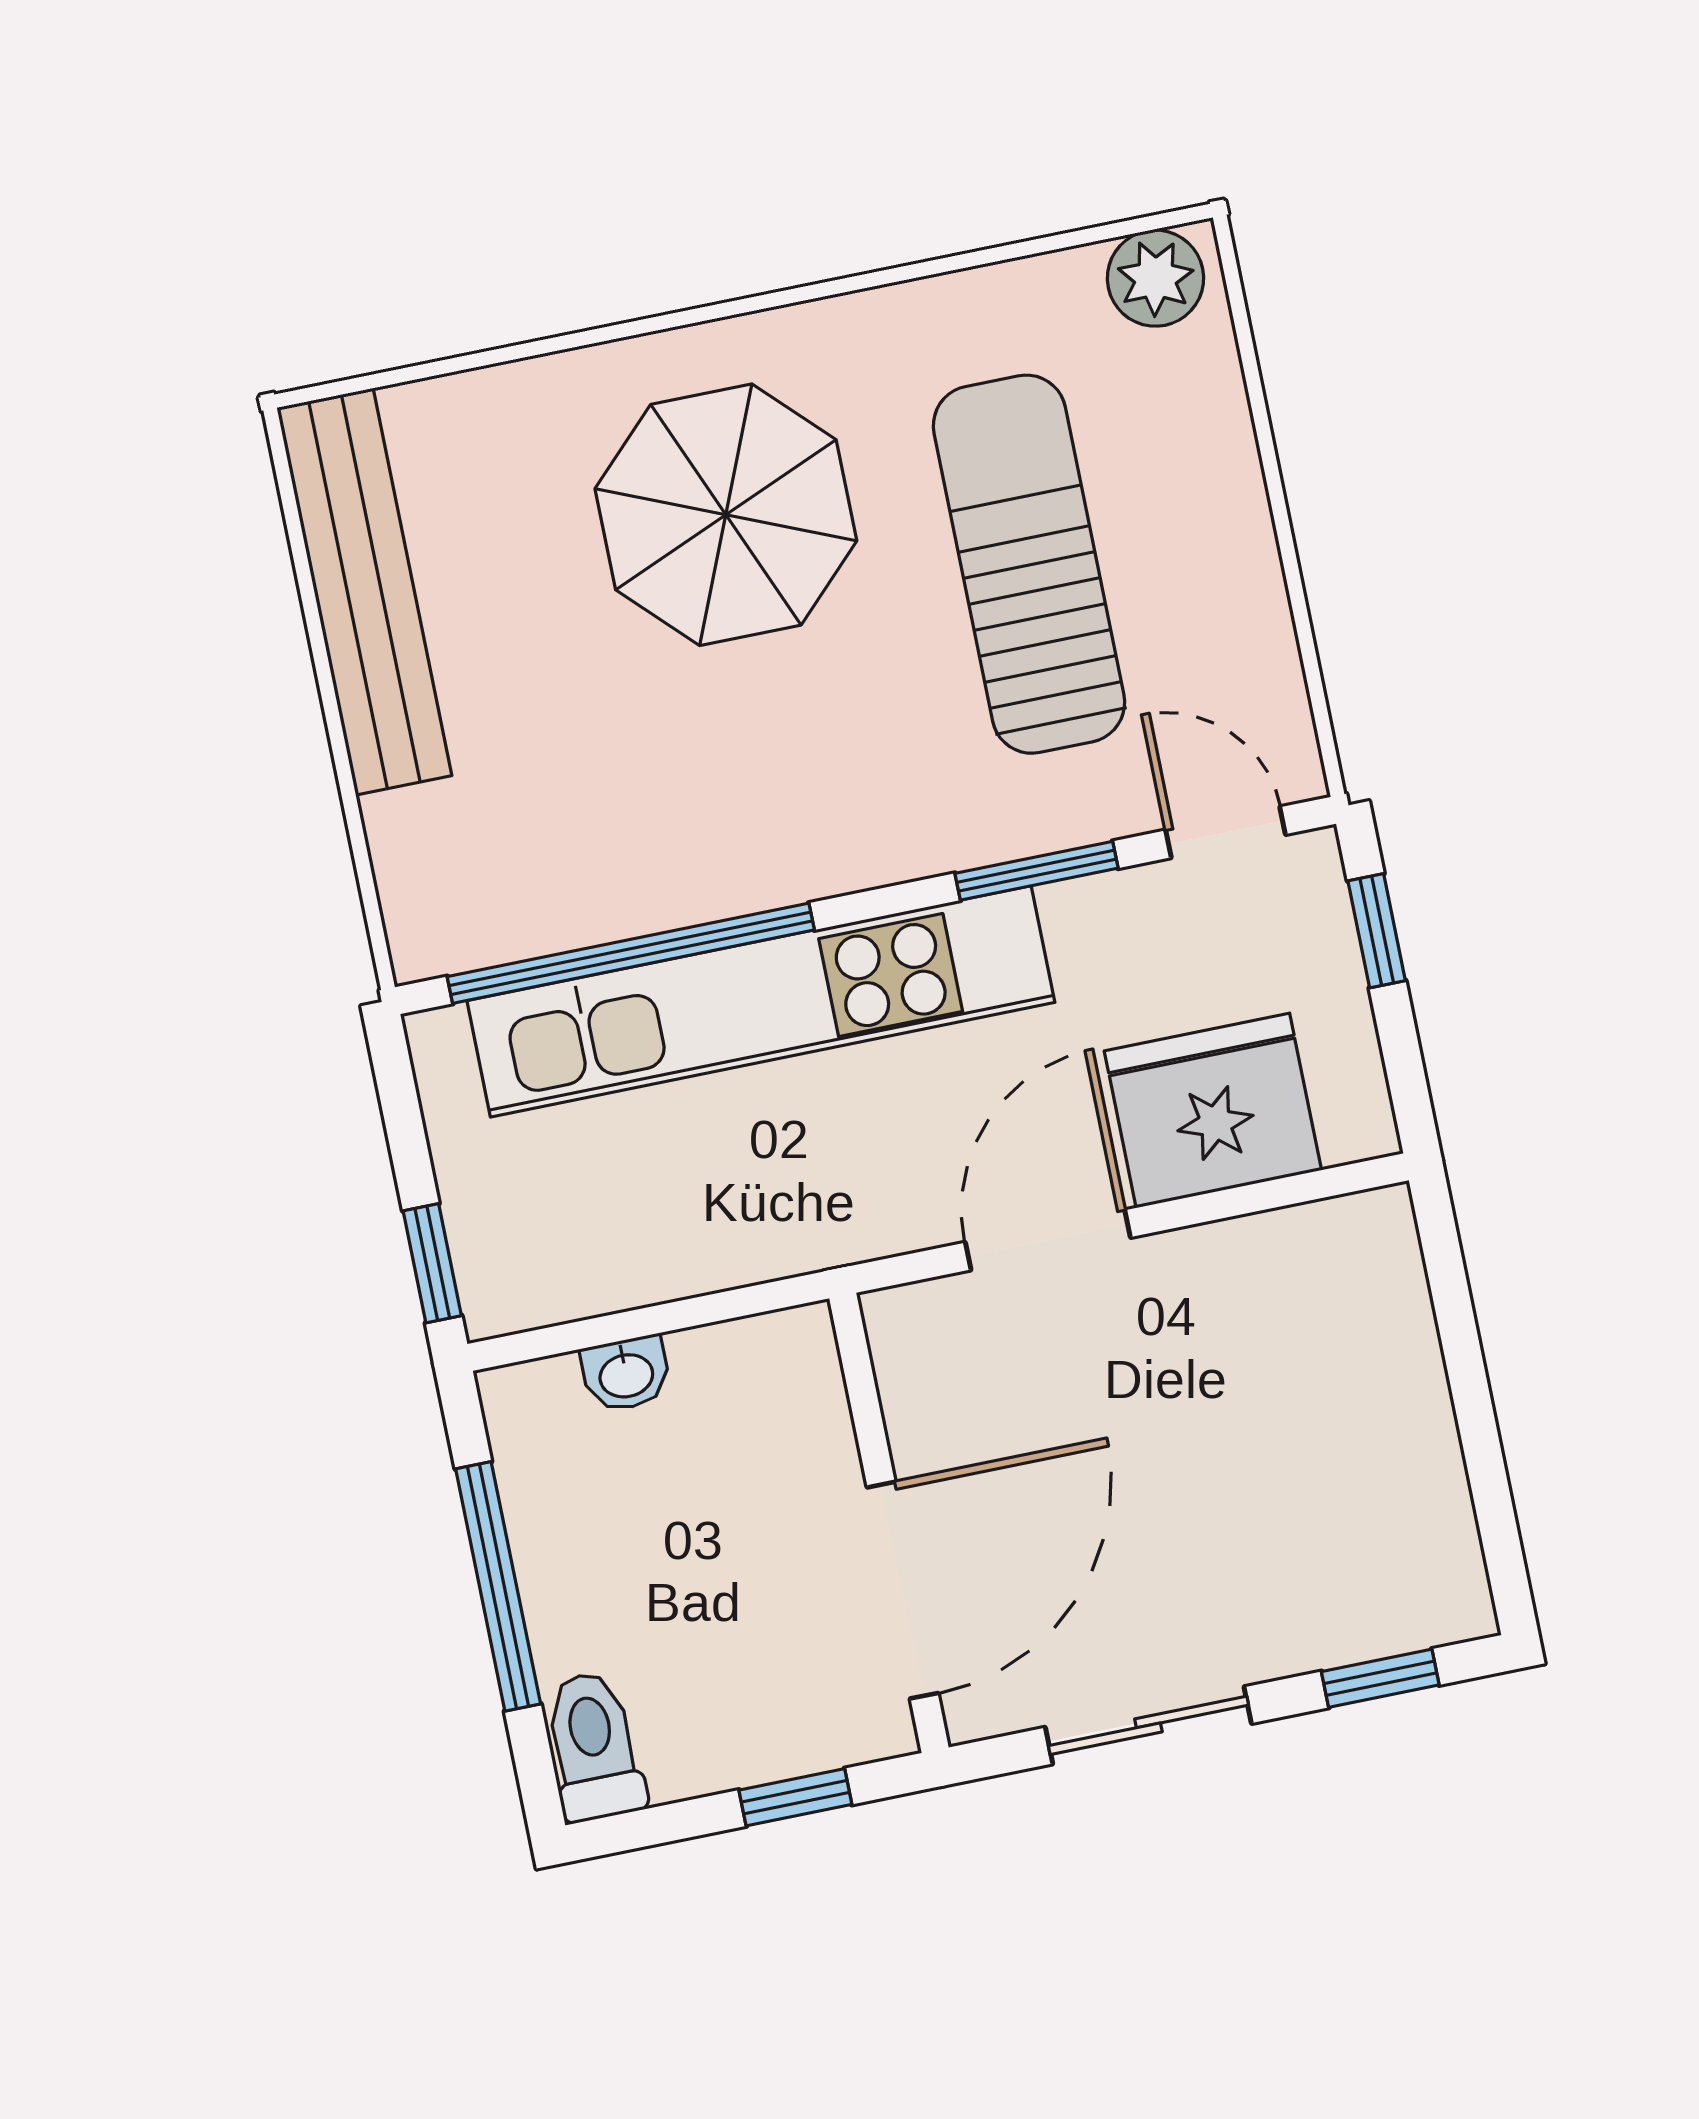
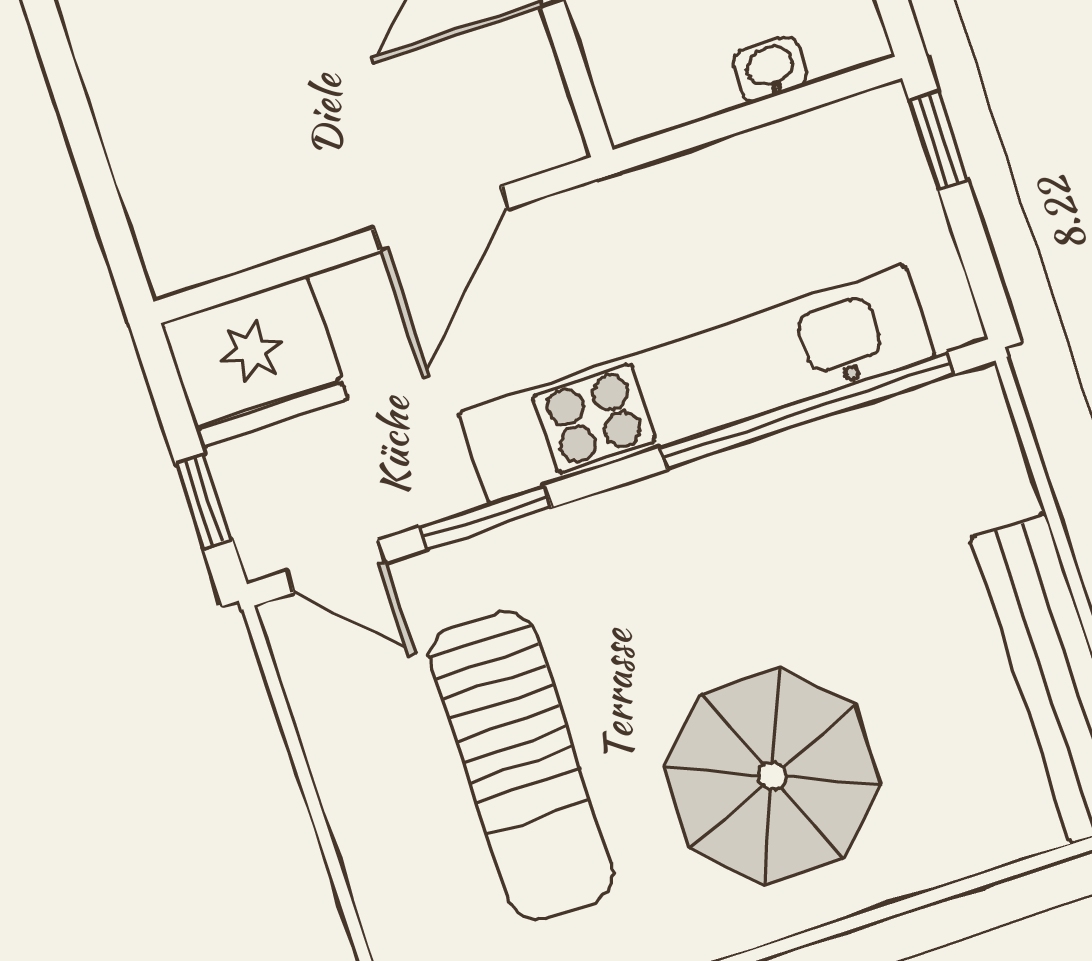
fridge: (1213, 1111) -> (255, 361), moved

